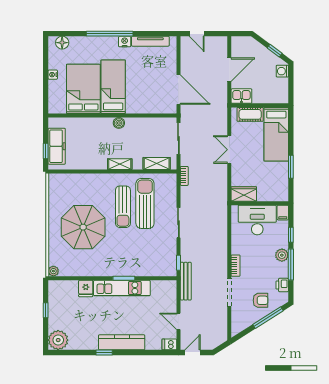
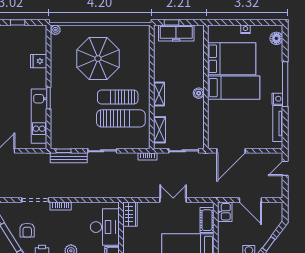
bench: (186, 281) -> (69, 158), moved
kitchen unit: (122, 288) -> (39, 116), moved

